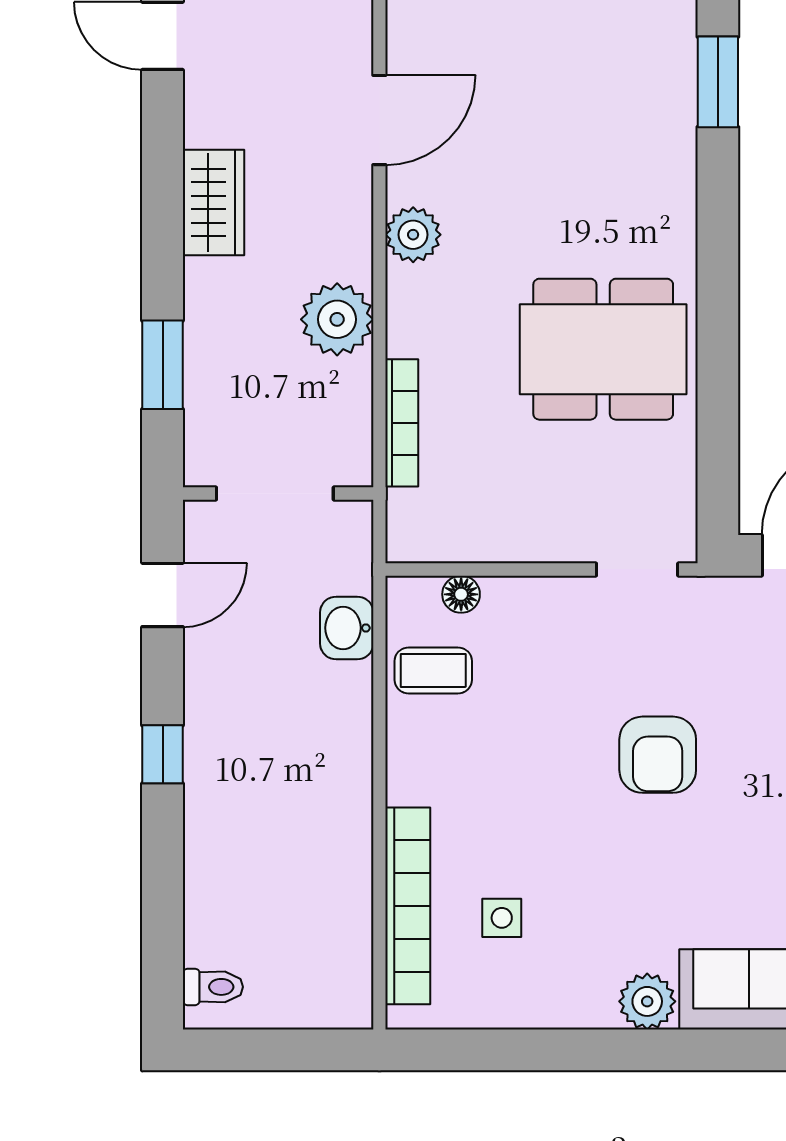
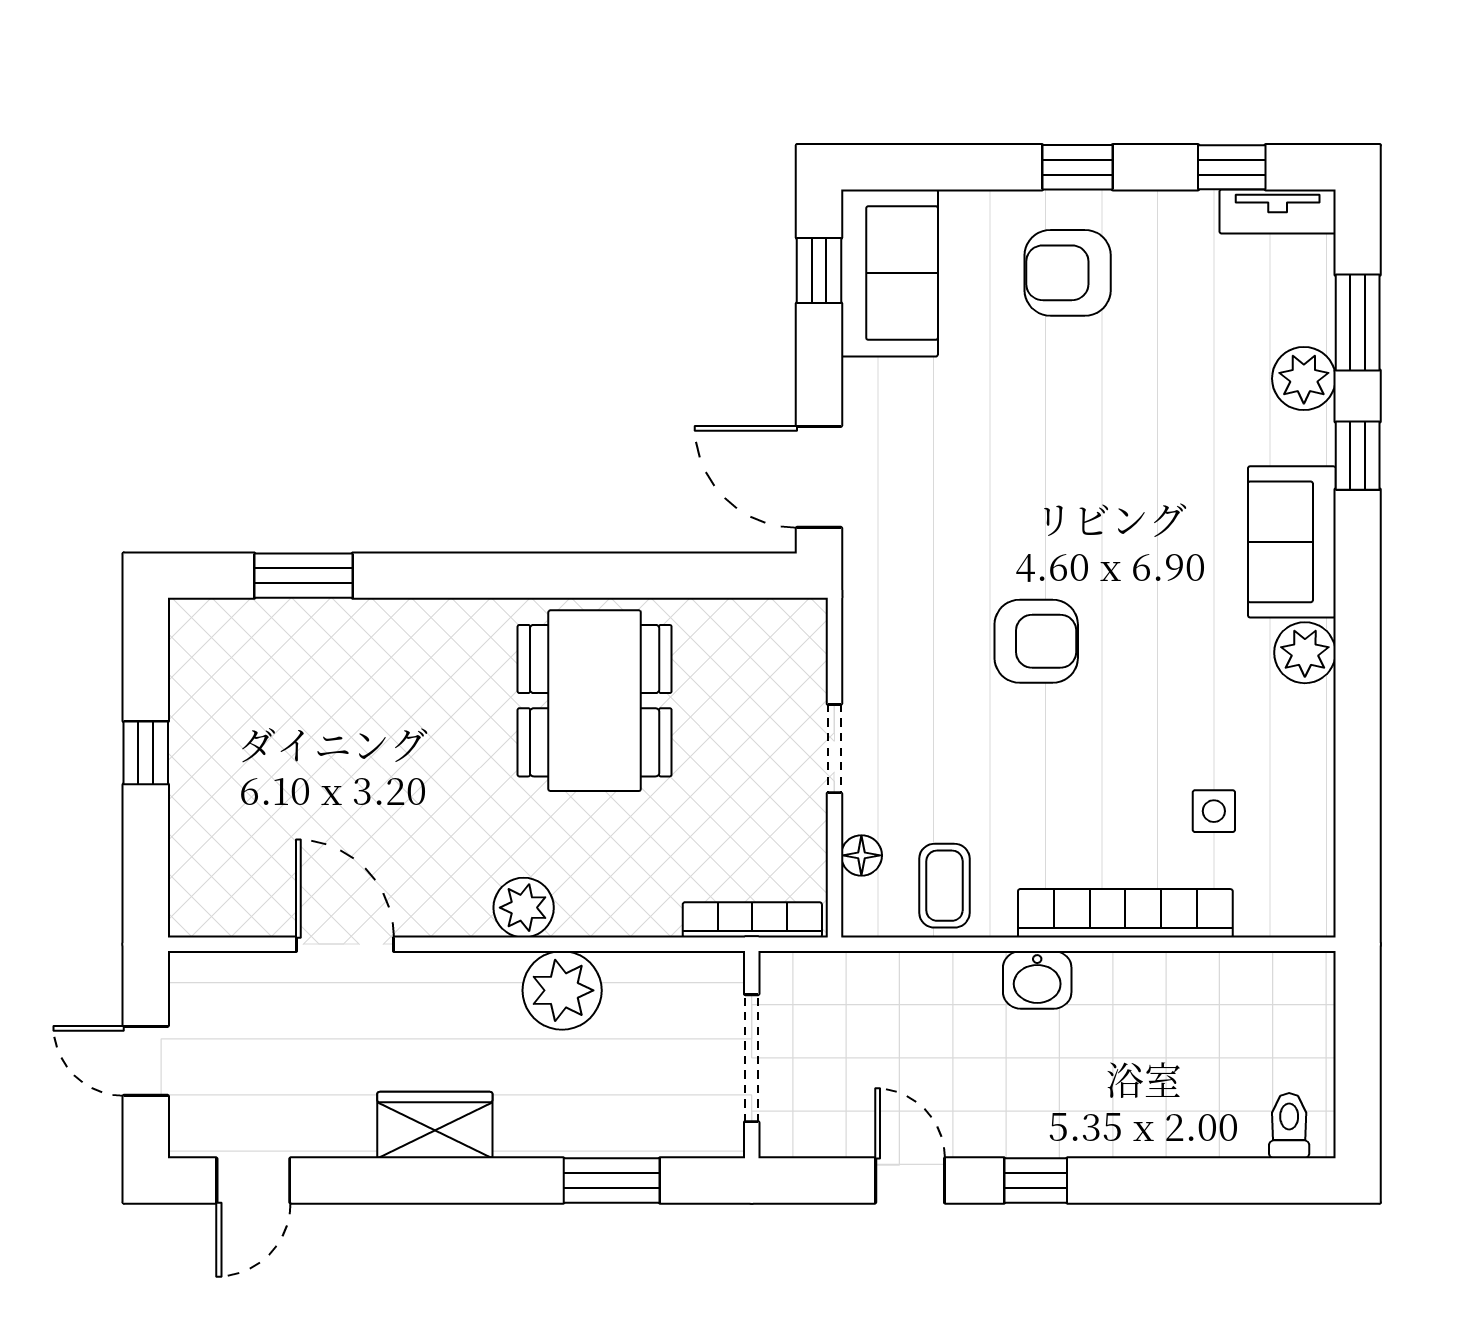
plant: (413, 235) -> (524, 908), moved
bookcase: (402, 423) -> (752, 920), moved
doorway: (637, 569) -> (834, 749), moved
door: (163, 595) -> (910, 1181), moved
washbasin: (347, 628) -> (1037, 980), moved
bookcase: (408, 906) -> (1125, 913), moved

